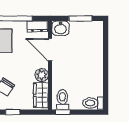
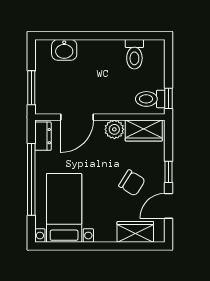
window: (80, 18) -> (31, 88), moved
washbasin: (61, 28) -> (64, 50), moved, turned 90
toilet: (93, 103) -> (134, 54), moved

